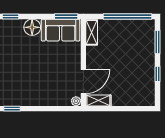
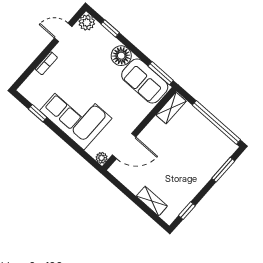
window: (158, 74) -> (187, 211), moved
corner sofa: (36, 89) -> (76, 114), added
shelving: (98, 100) -> (152, 201), moved

